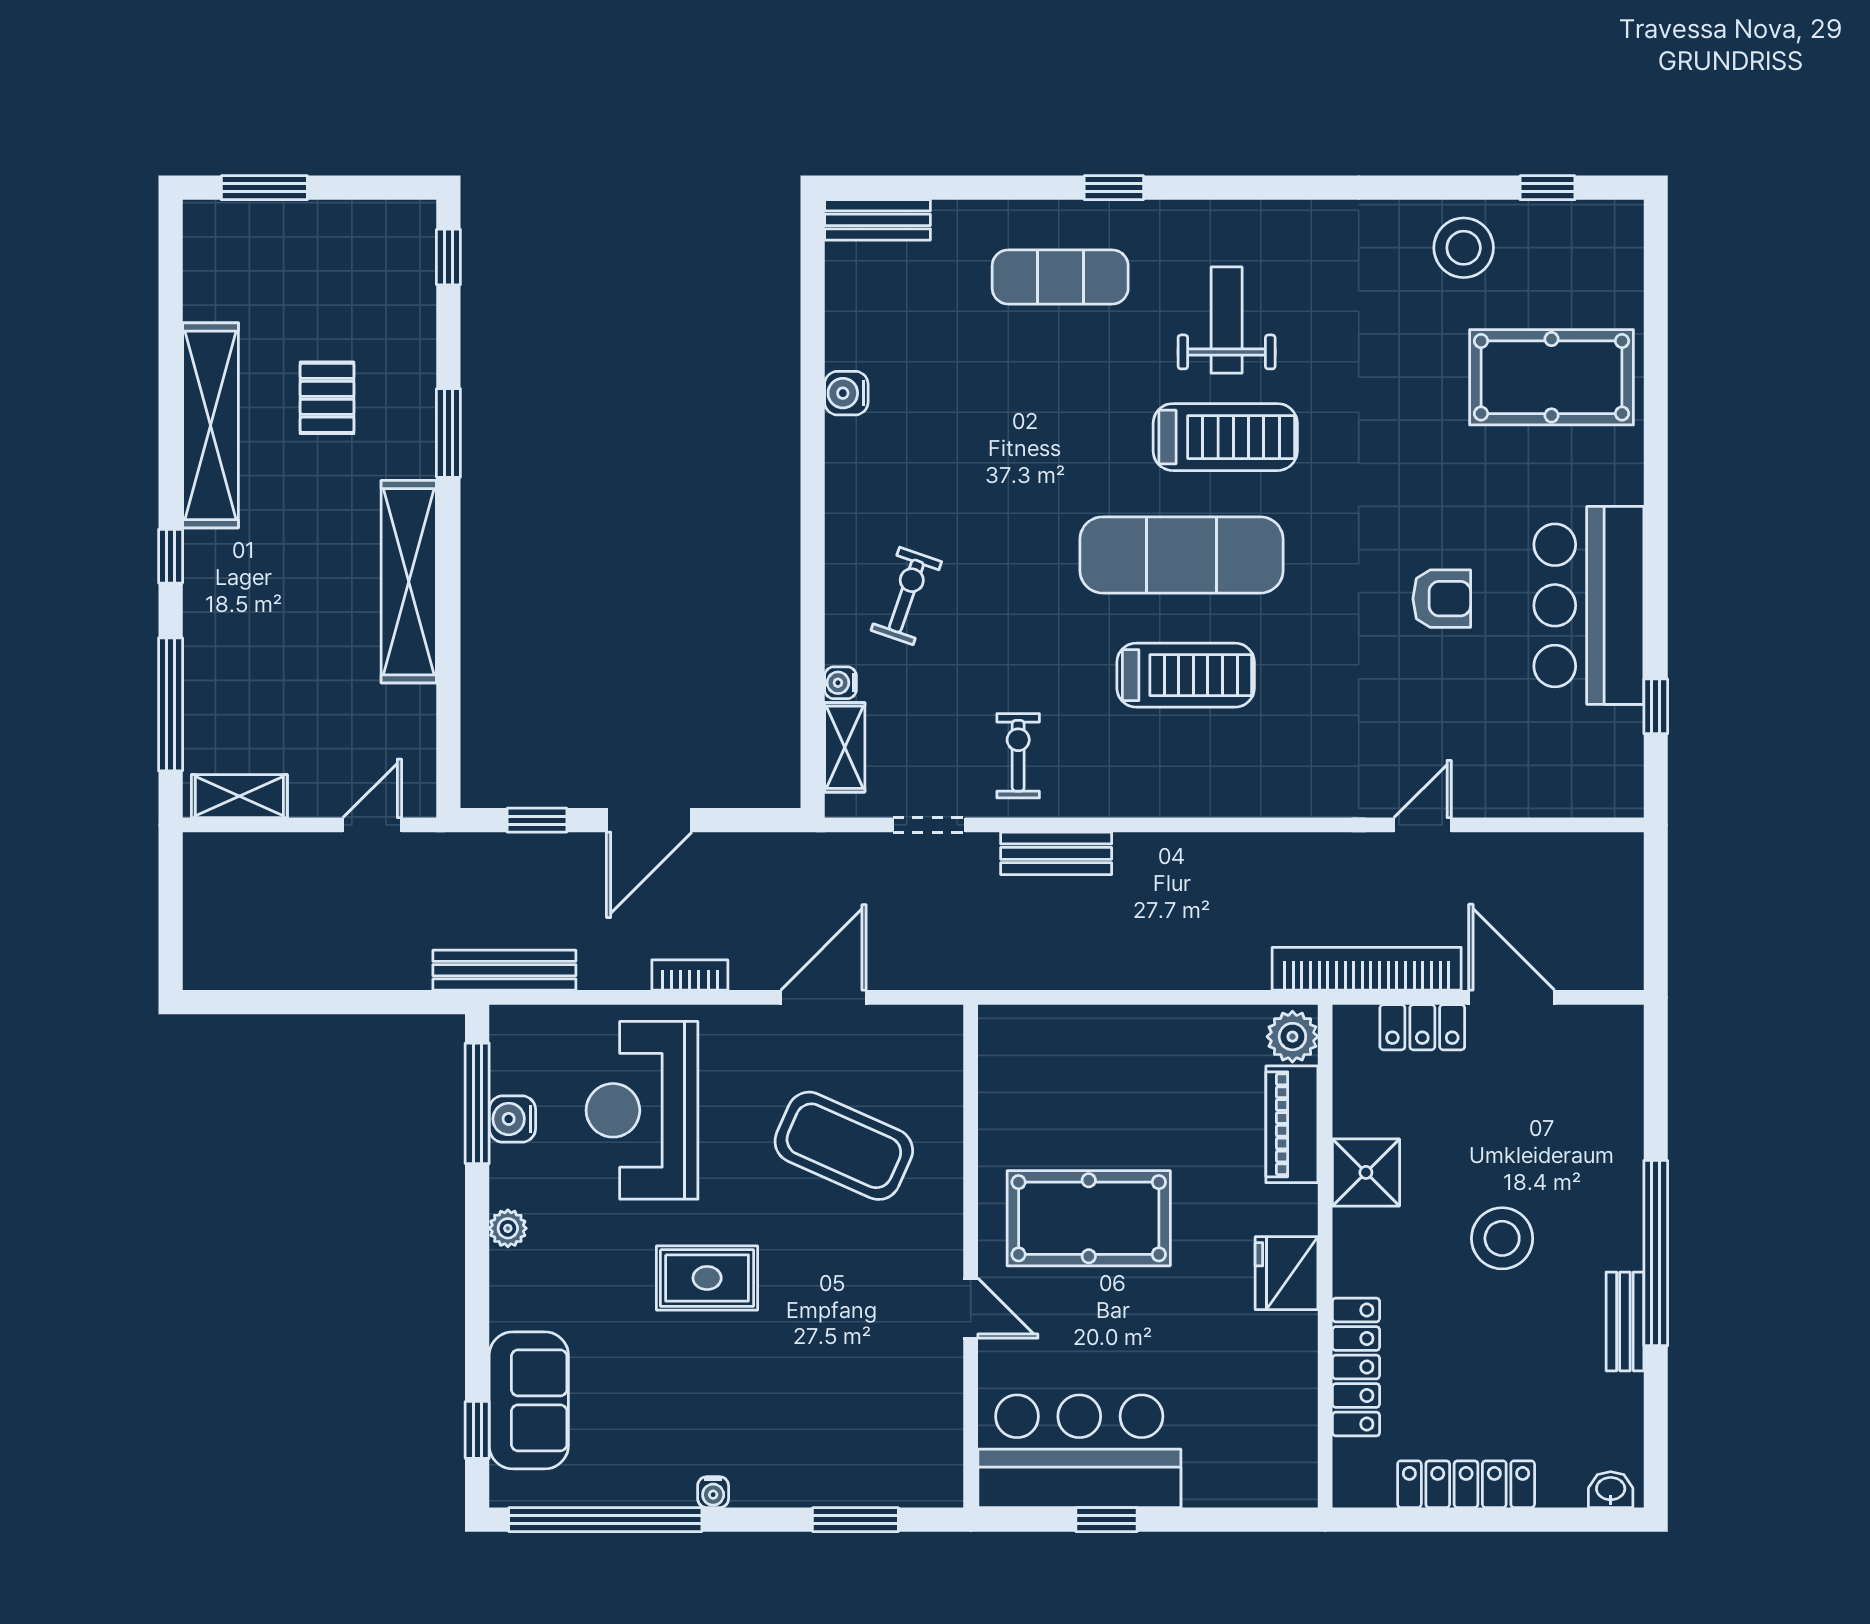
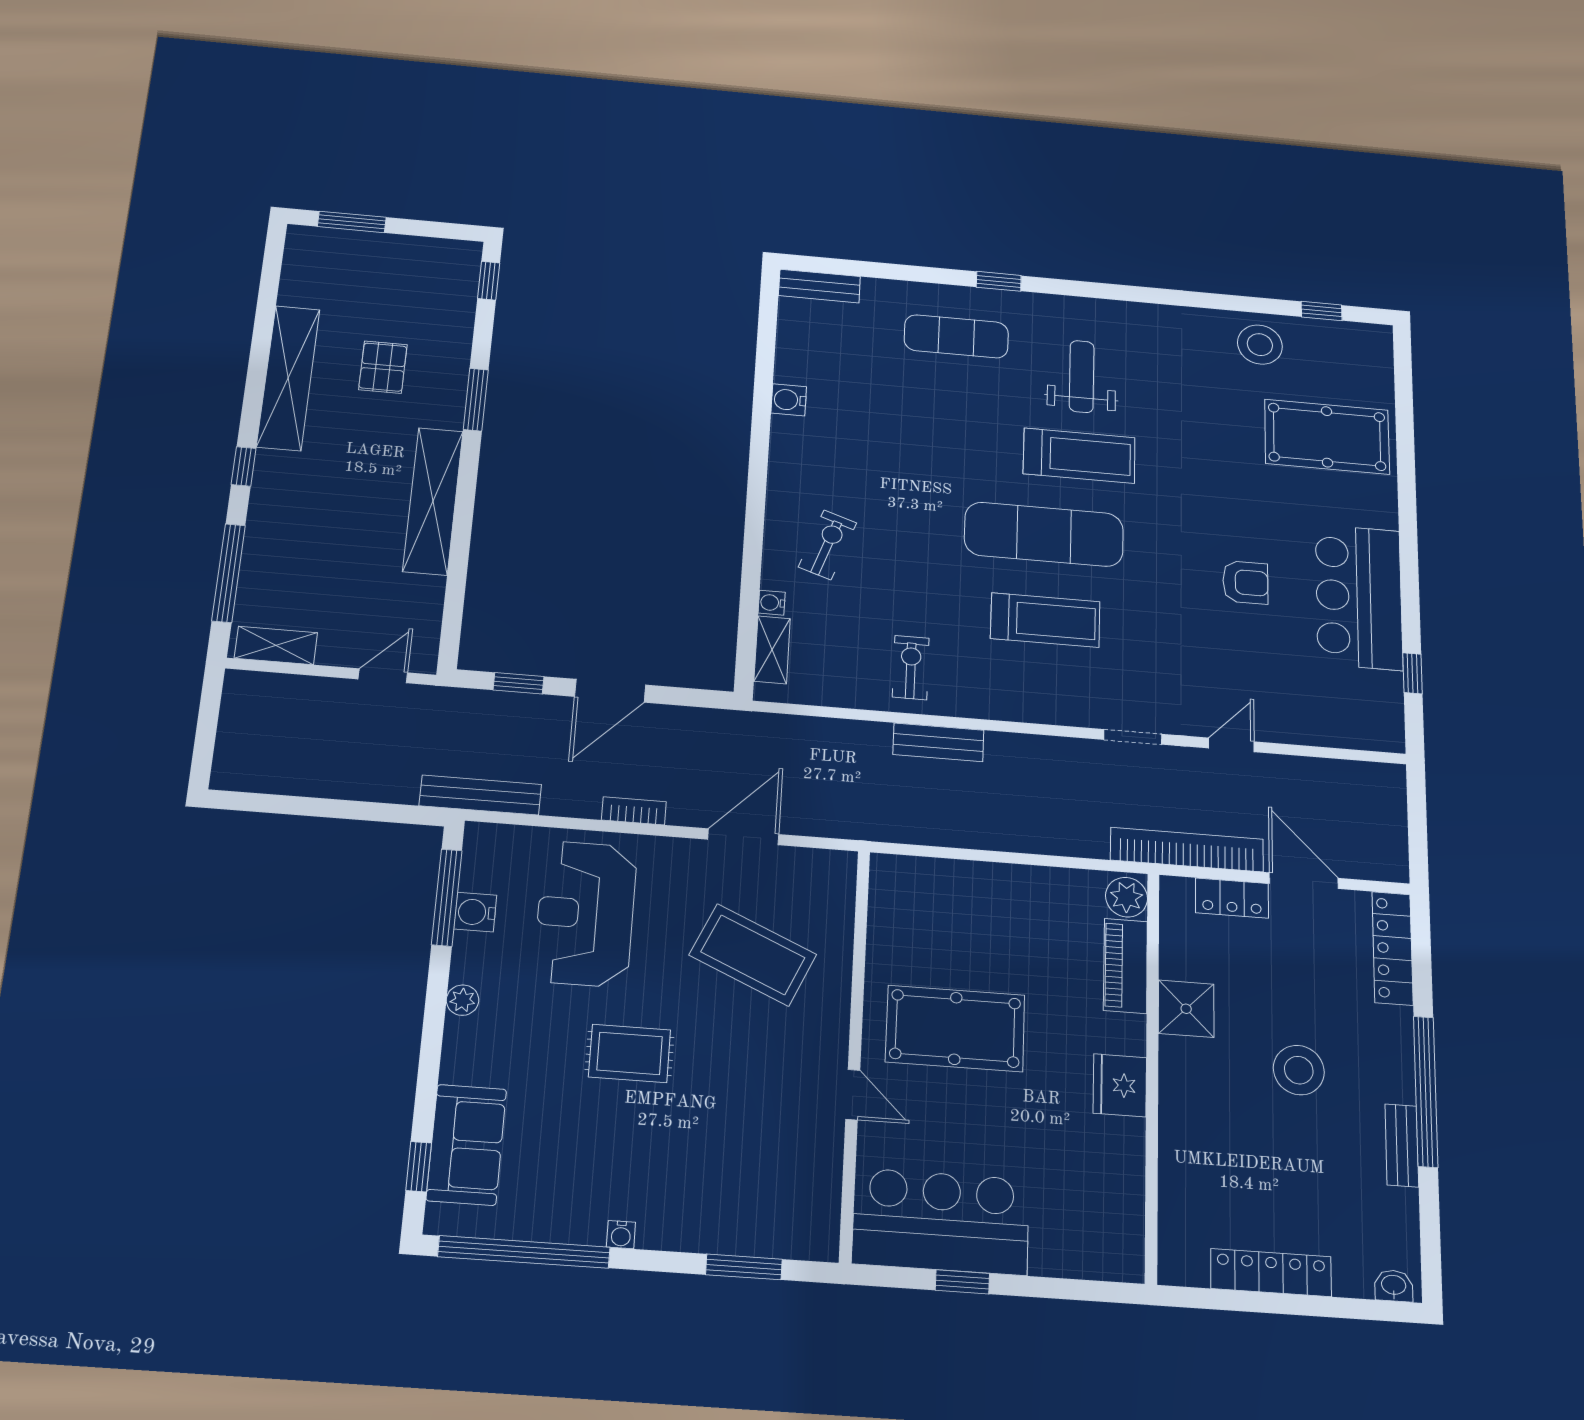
doorway: (929, 825) -> (1133, 737), moved
locker: (1356, 1367) -> (1393, 948), moved, turned 180

